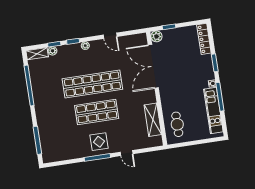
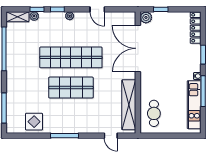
shelving: (153, 120) -> (129, 105), width x1.47
display table: (99, 142) -> (34, 122), moved
door: (127, 153) -> (111, 136), moved

